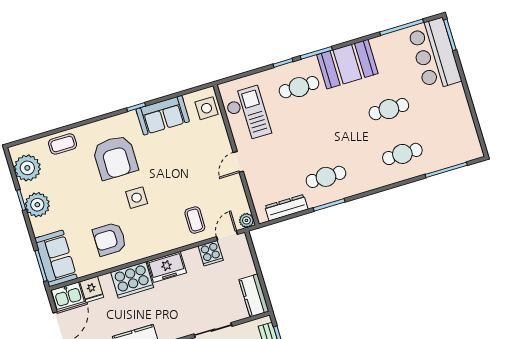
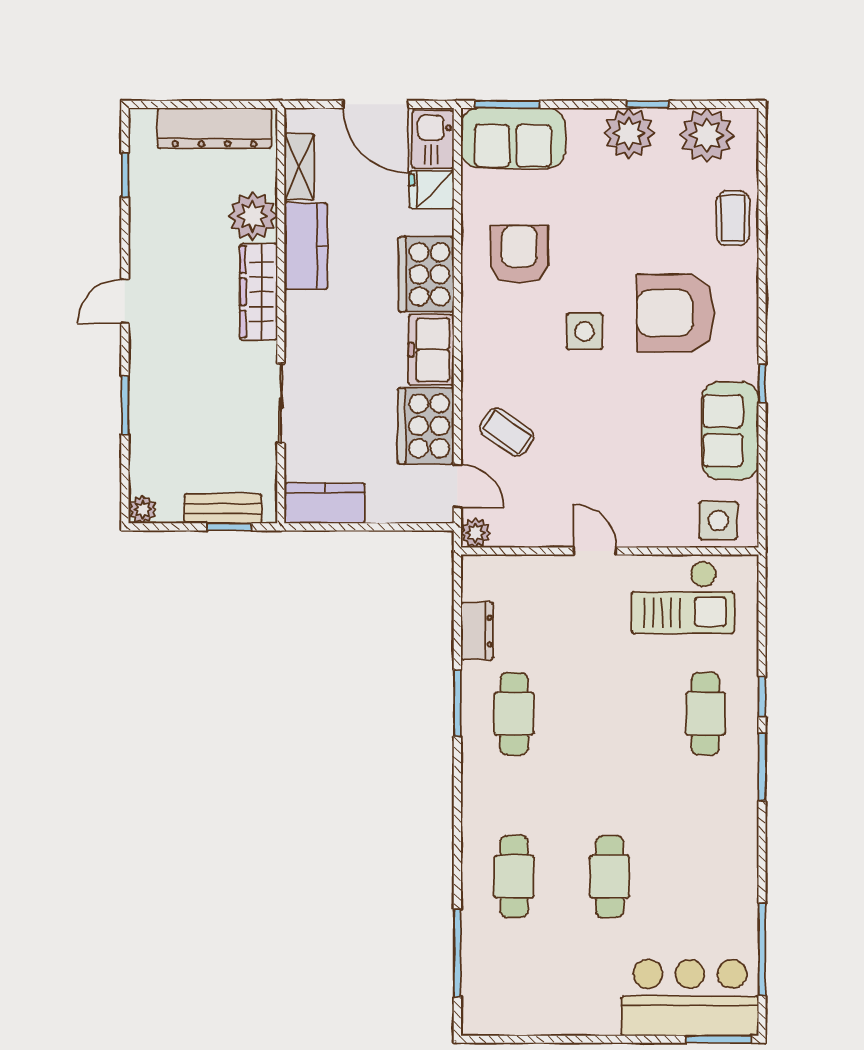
booth: (347, 64) -> (722, 822), removed
dresser: (286, 208) -> (477, 631), width x0.70
coffee table: (195, 220) -> (507, 432), turned 35
cooker: (211, 253) -> (426, 426), width x1.87, depth x1.31

